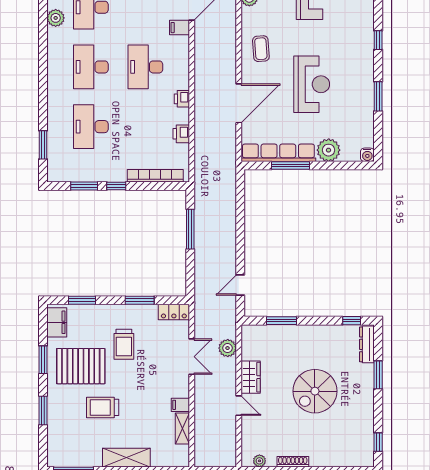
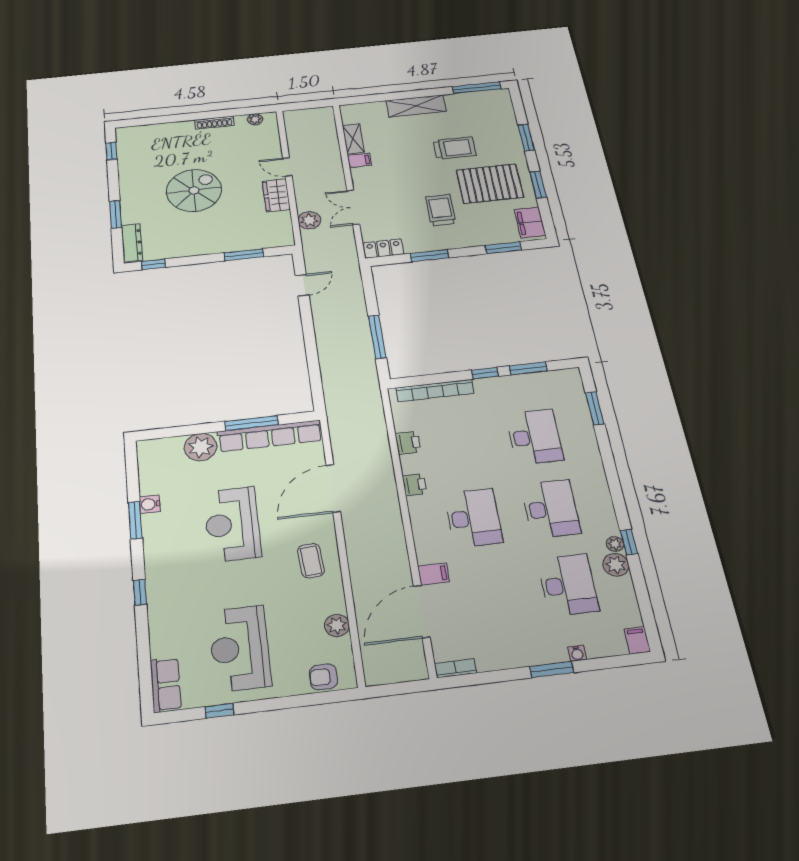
window: (43, 34) -> (629, 542), added
plant: (53, 34) -> (615, 544), added
water cooler: (367, 155) -> (150, 504), moved, turned -90

